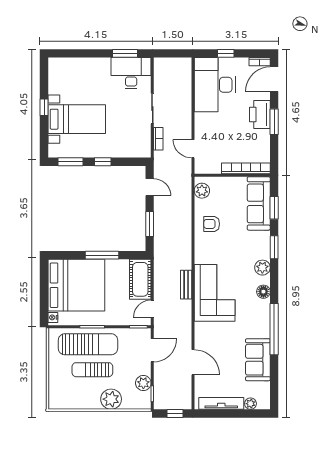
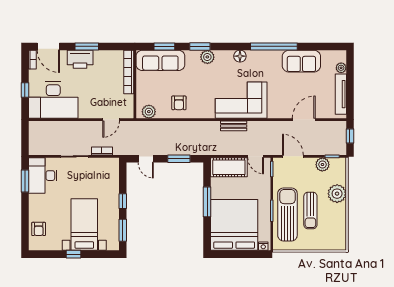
armchair: (72, 69) -> (39, 229), added
door: (150, 187) -> (146, 159), swing flipped
plant: (262, 268) -> (207, 57), moved

